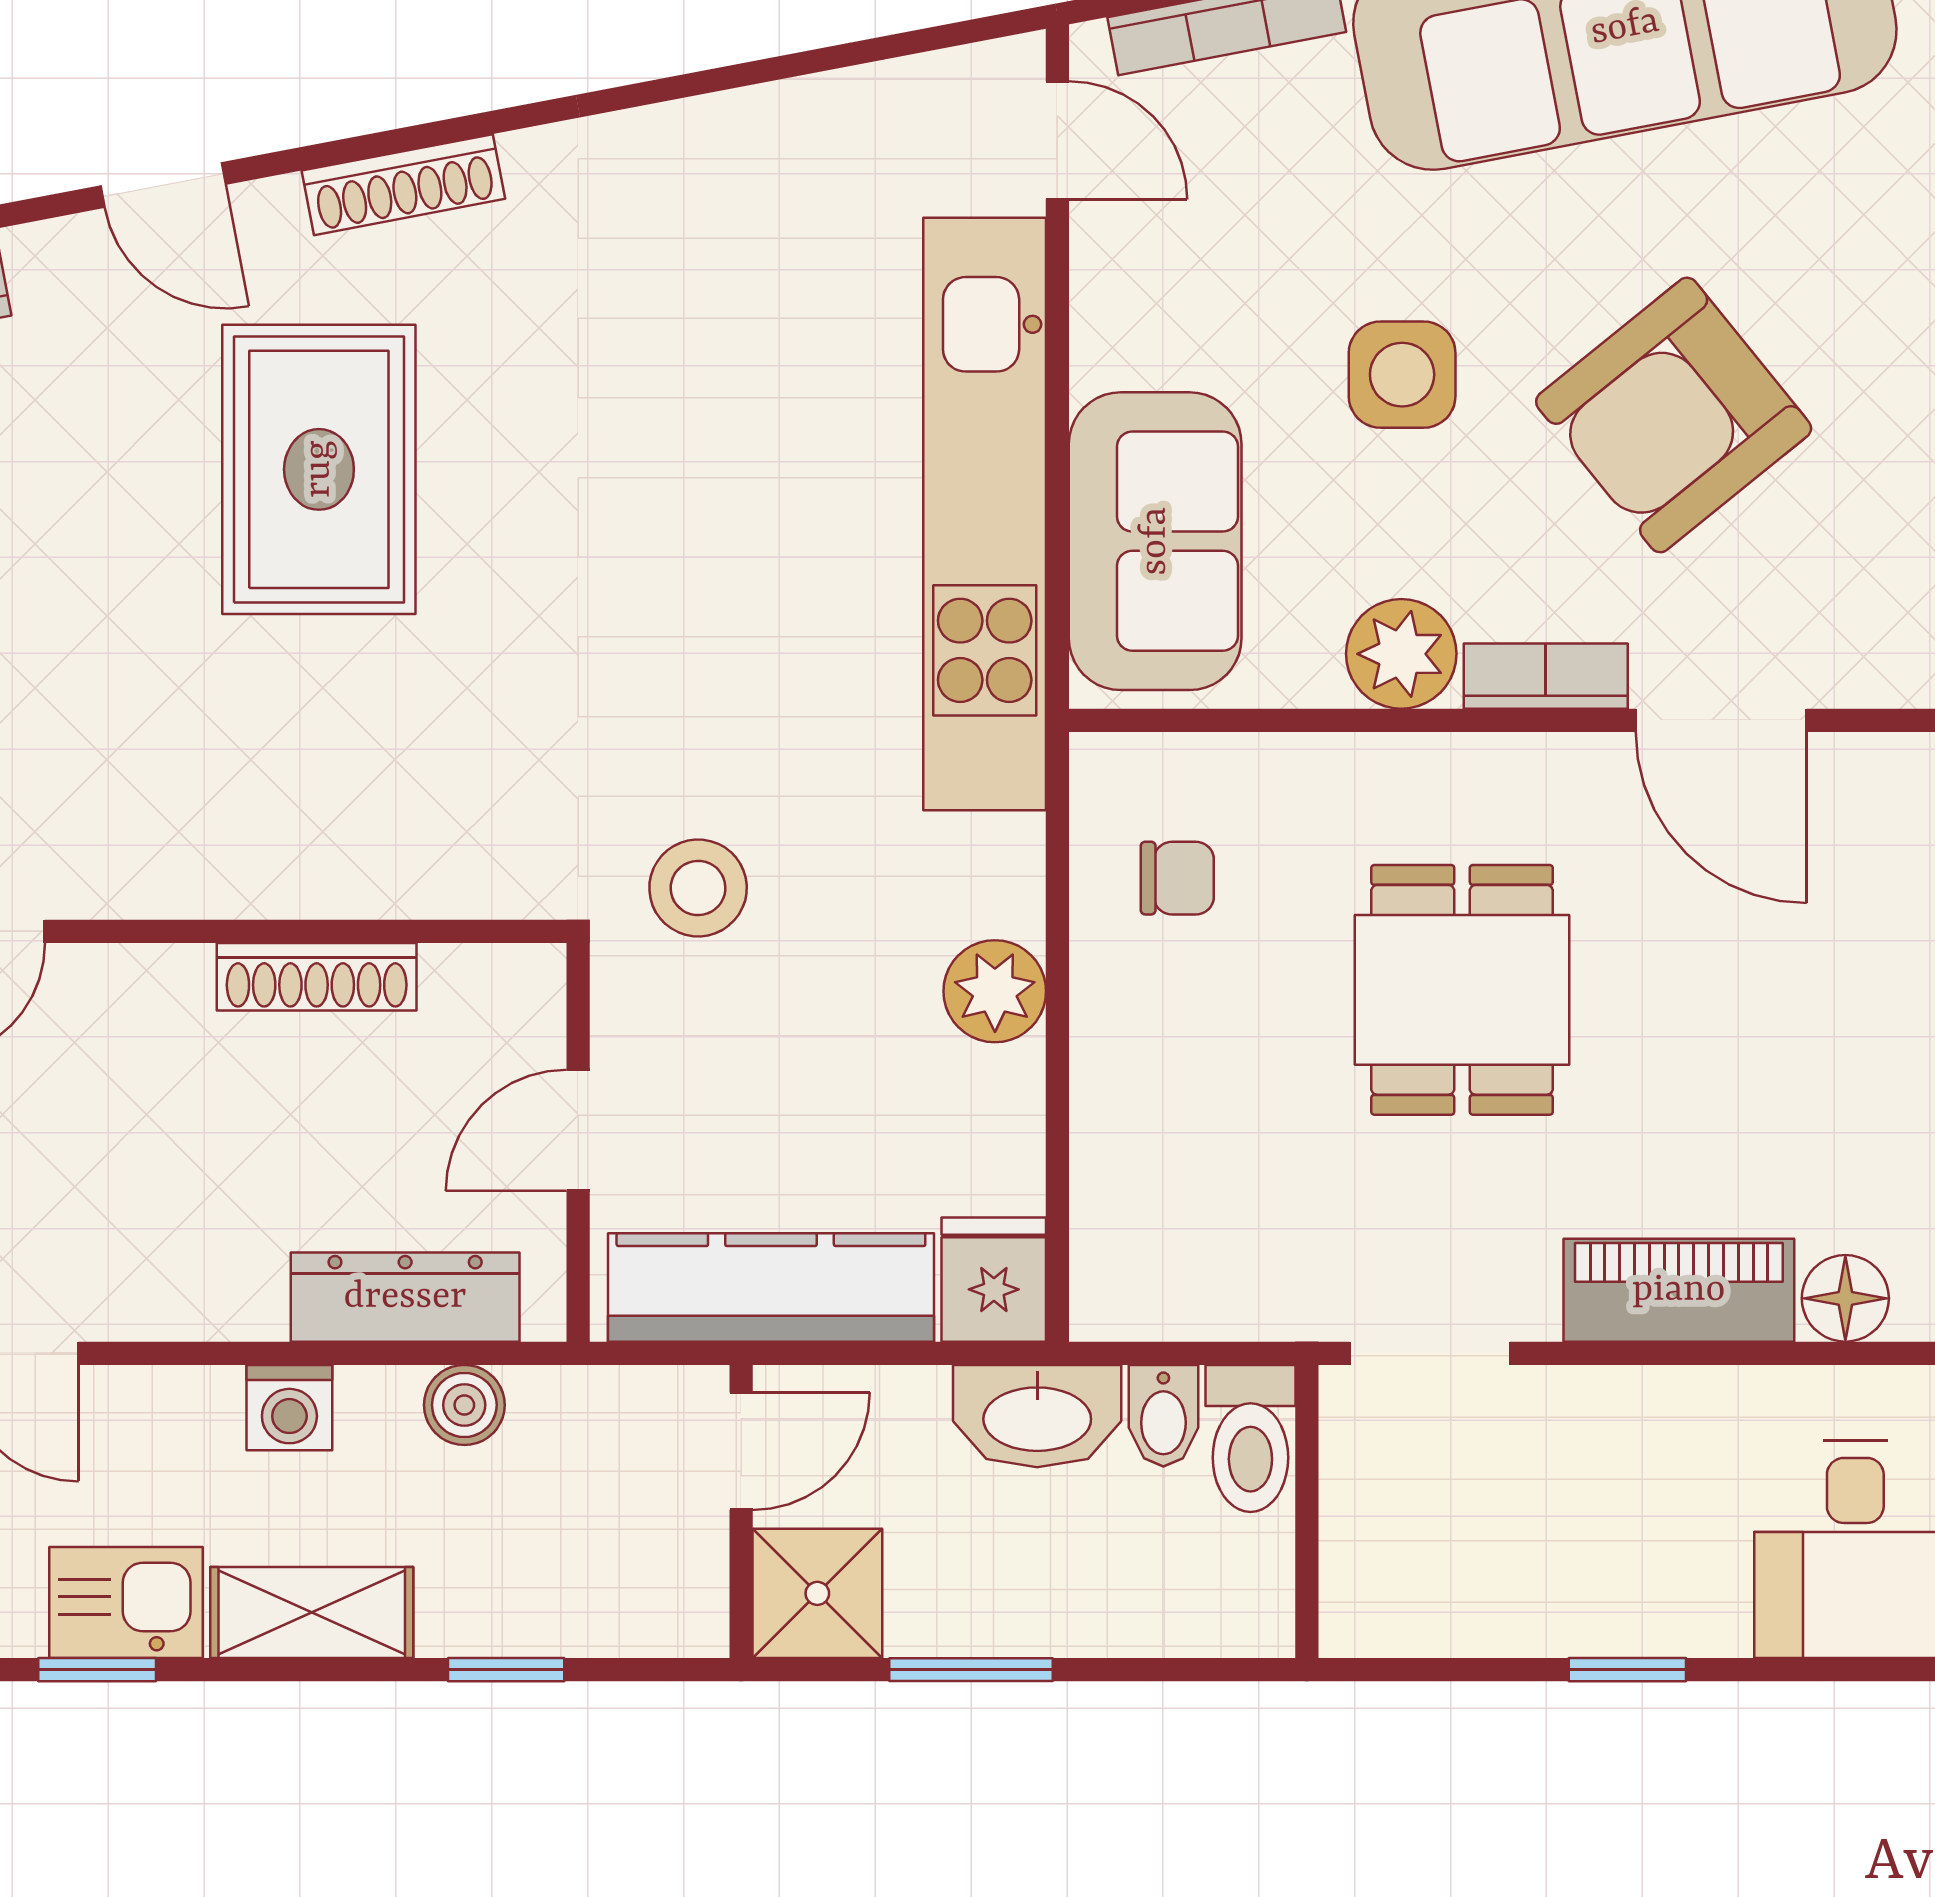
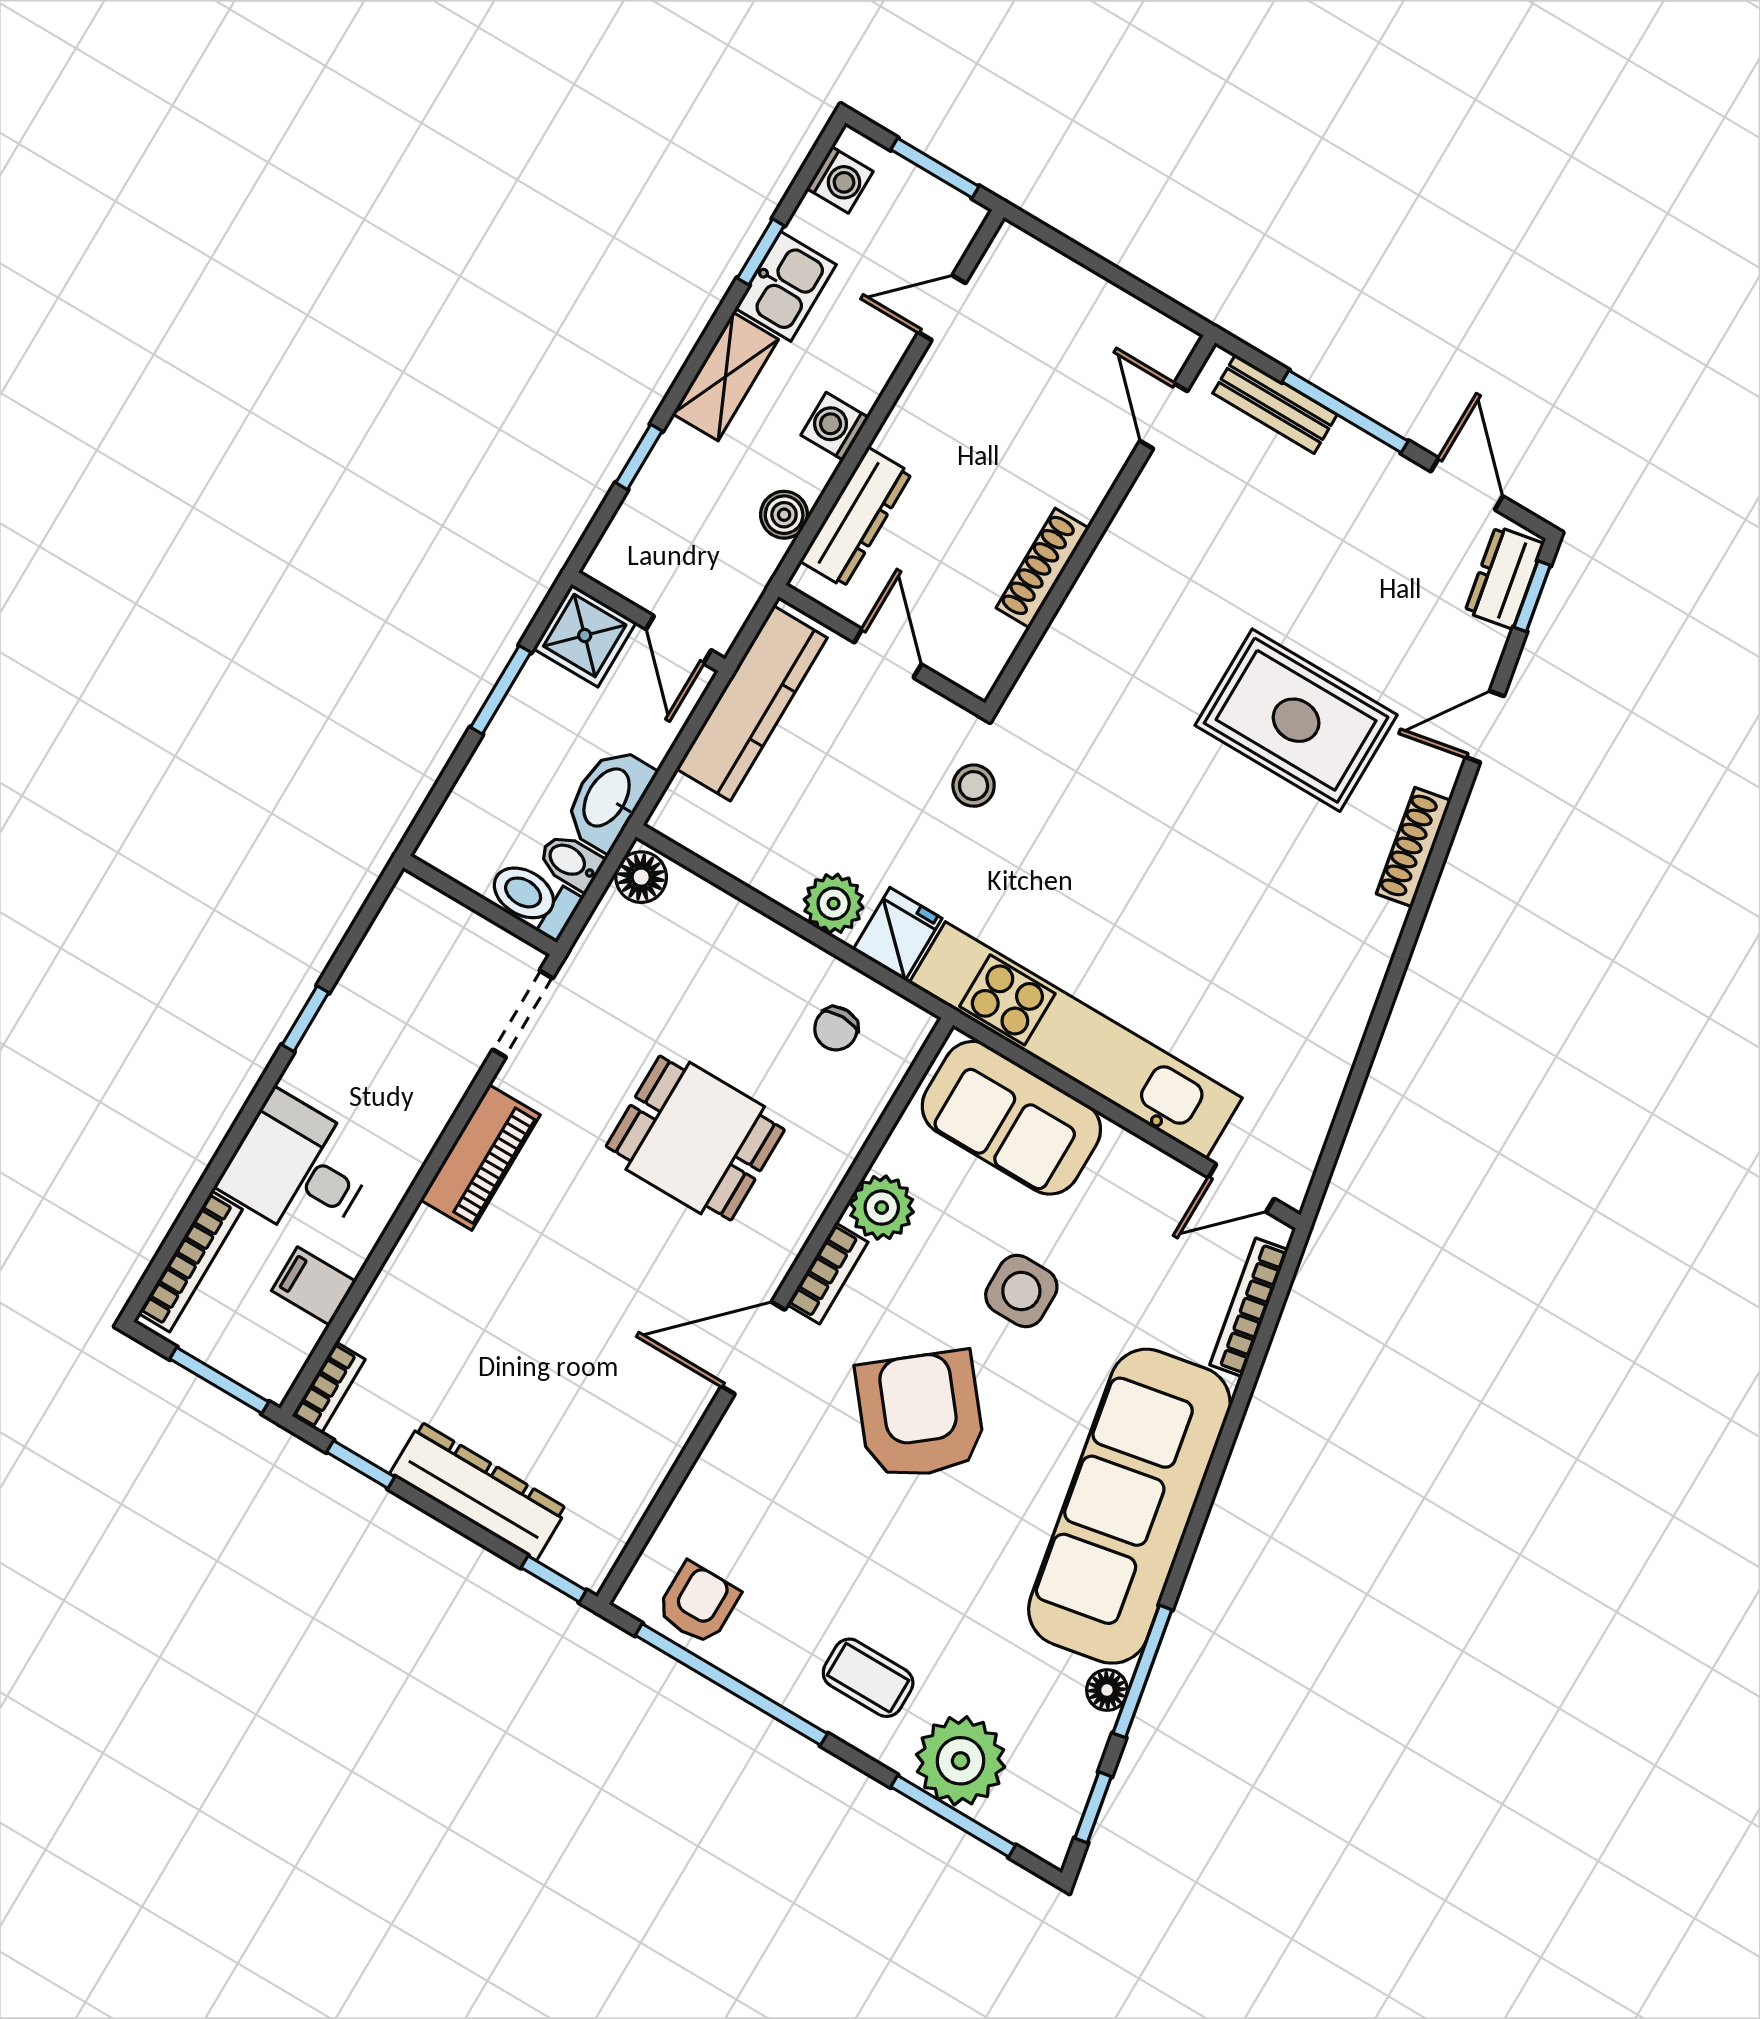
stool: (698, 888) -> (974, 786), width x0.73, depth x0.73
fridge: (994, 1280) -> (897, 934), moved, turned -90
floor lamp: (1845, 1298) -> (641, 877), moved

